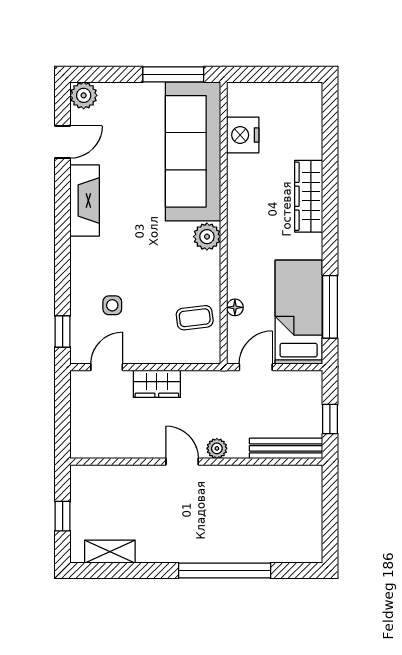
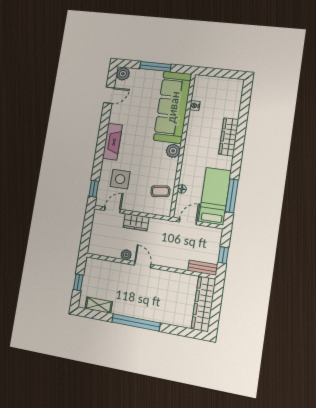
window: (173, 74) -> (155, 67), moved
nightstand: (243, 135) -> (195, 106), width x0.53, depth x0.56
fireplace: (85, 200) -> (112, 142), moved
side table: (112, 305) -> (120, 179), width x1.87, depth x1.87
plant: (217, 448) -> (126, 255), moved
bench: (286, 448) -> (203, 268), width x0.73
wardrobe: (307, 514) -> (203, 304), added
window: (225, 570) -> (136, 322), moved

